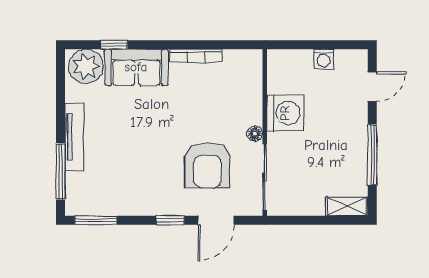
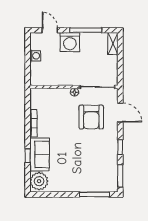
window: (114, 45) -> (28, 156), moved
washing machine: (285, 113) -> (70, 42), moved, turned 180
tv unit: (74, 137) -> (76, 187), removed
armchair: (207, 165) -> (91, 117), turned 90
window: (170, 220) -> (120, 147), moved

